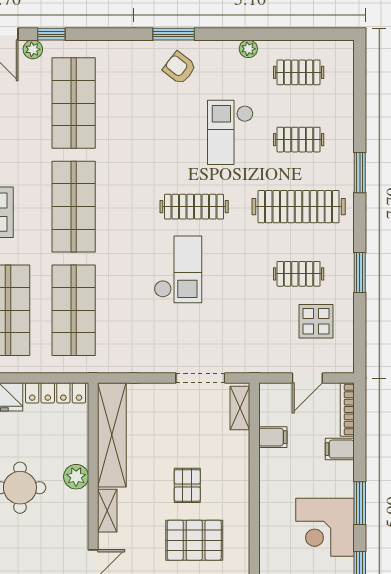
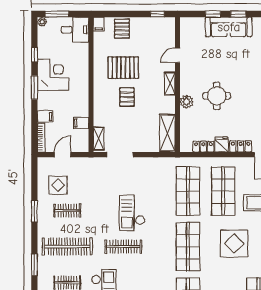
locker: (56, 393) -> (203, 147), width x0.66
shelving: (112, 435) -> (167, 133), width x0.68

